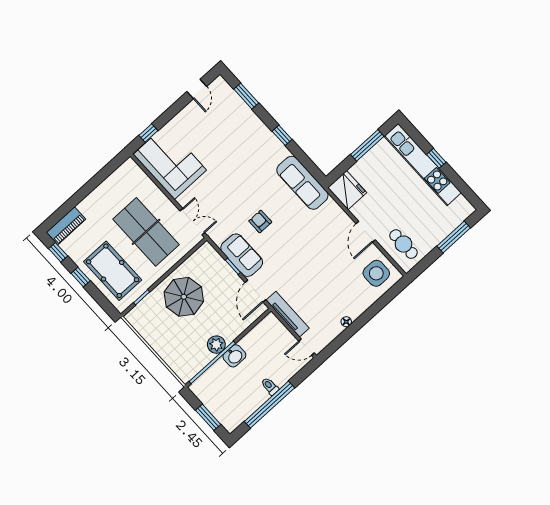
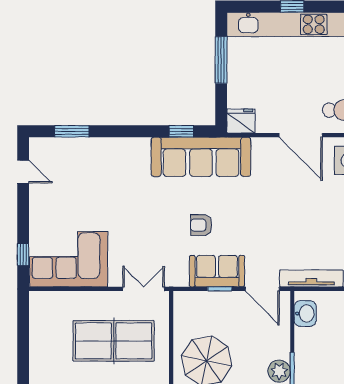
window: (282, 135) -> (181, 131), moved
sofa: (302, 183) -> (201, 157), width x1.36, depth x1.27
fridge: (347, 190) -> (241, 121), width x0.73, depth x0.75
door: (366, 232) -> (301, 135), width x1.36
washbasin: (234, 356) -> (305, 313), moved

